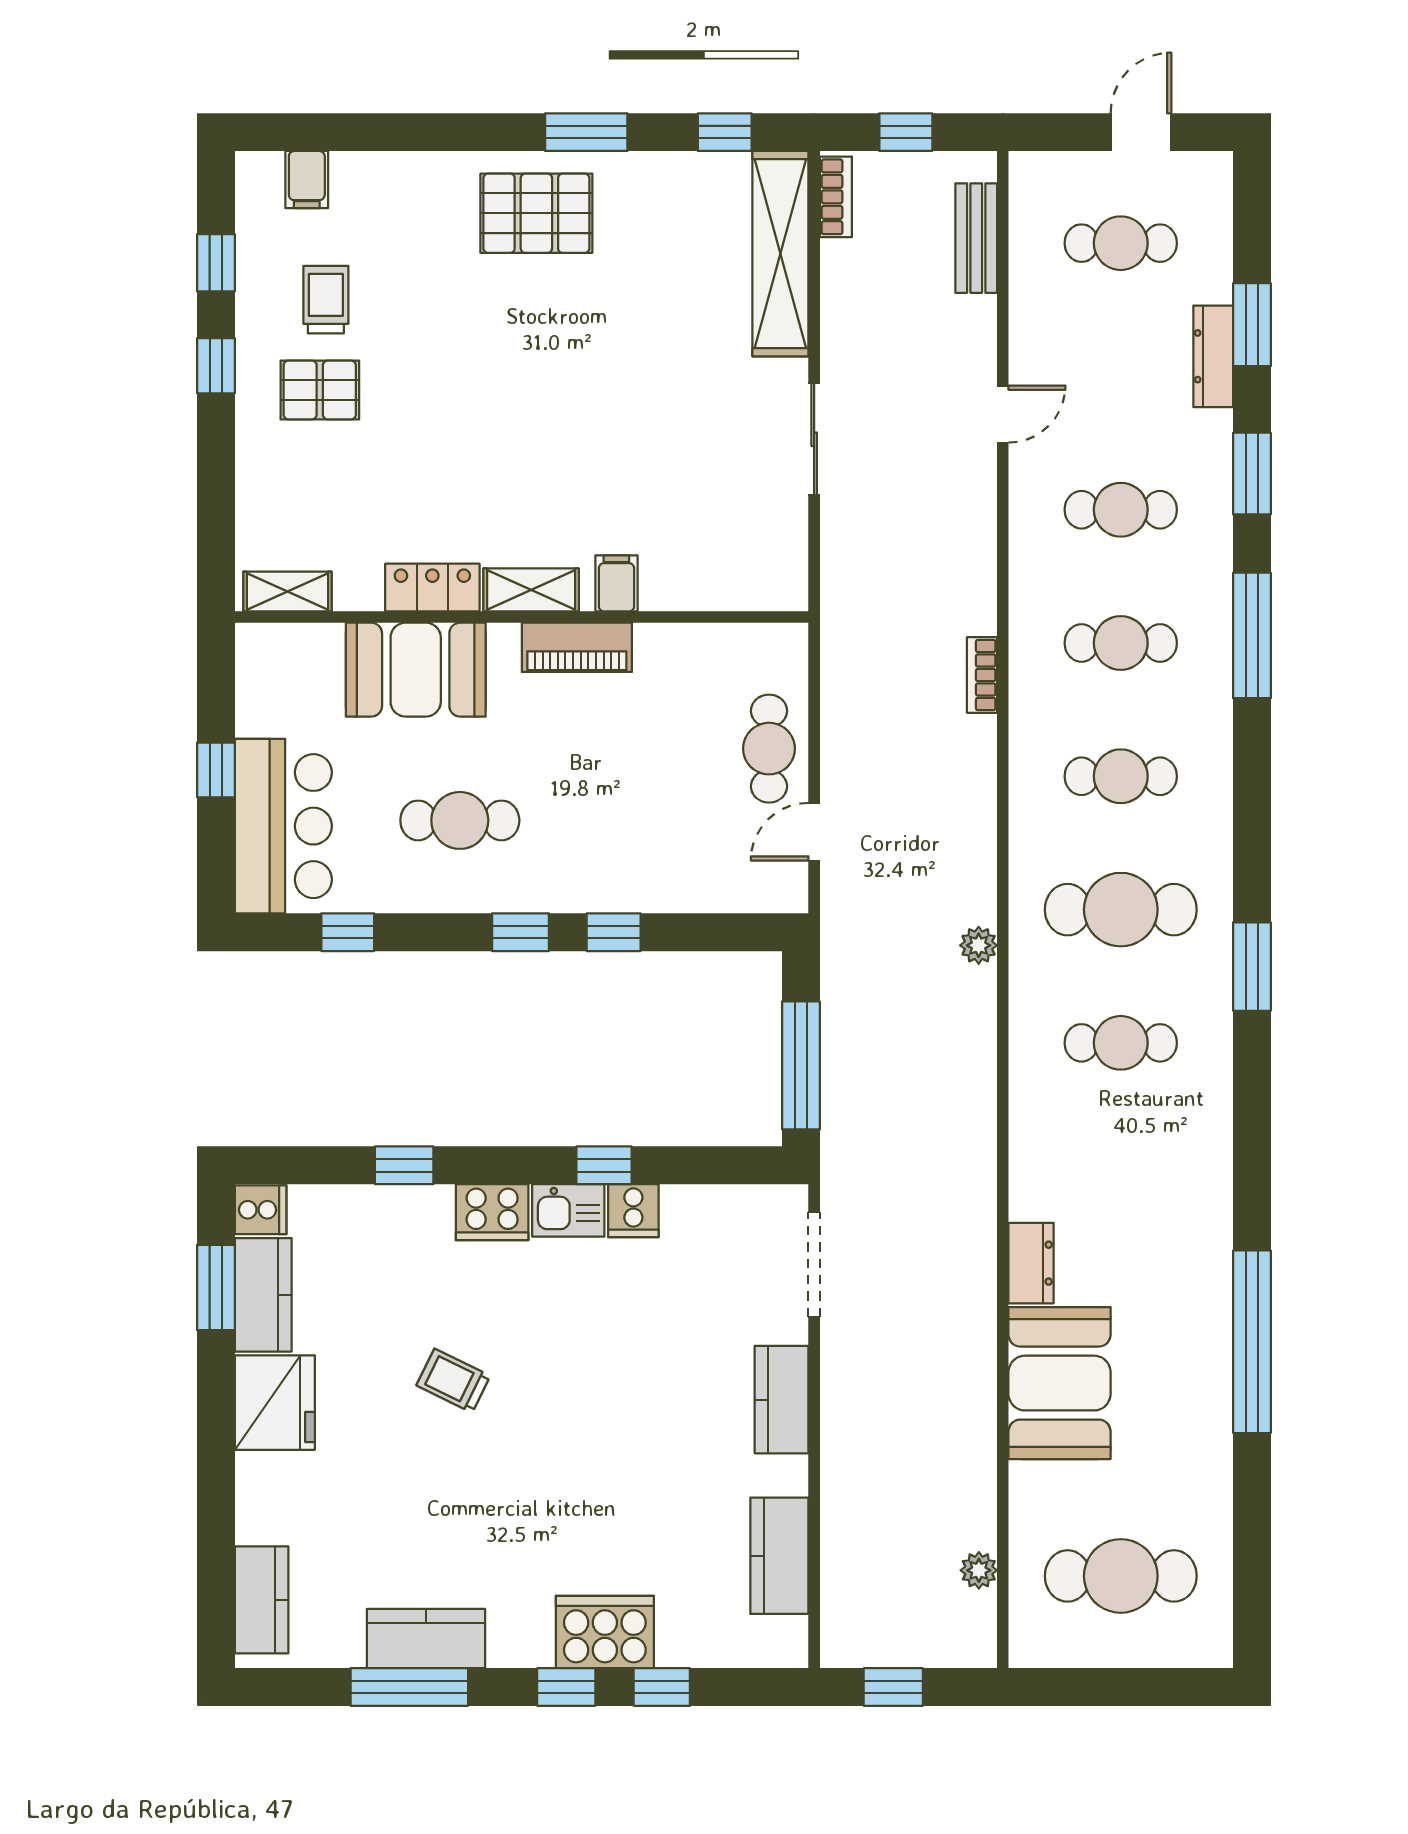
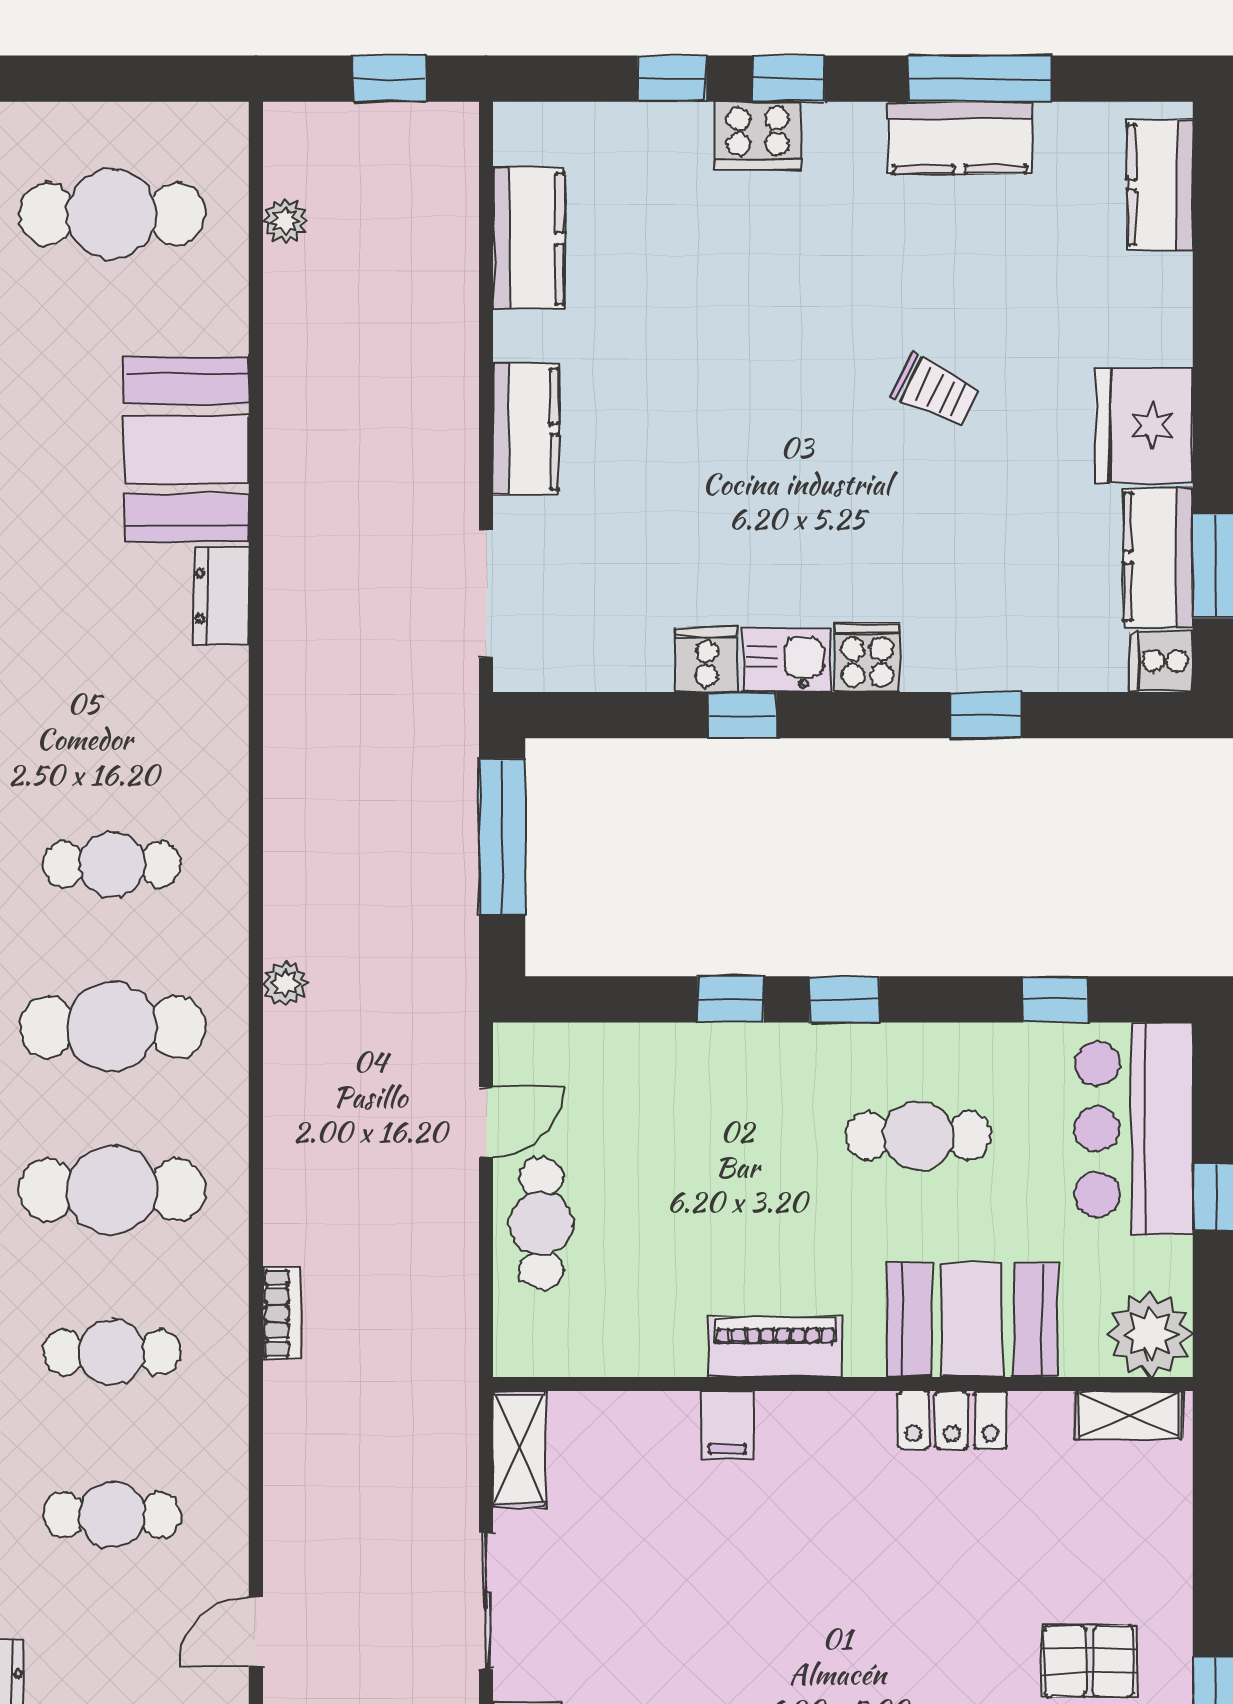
shelving: (531, 590) -> (519, 1449), moved, turned 90
plant: (270, 658) -> (1150, 1334), added
cafe table: (1121, 776) -> (112, 1190), width x1.37, depth x1.35
cooker: (492, 1212) -> (867, 658), width x0.73
trolley: (453, 1381) -> (936, 391), moved
cooker: (605, 1632) -> (758, 135), width x0.73, depth x0.76

